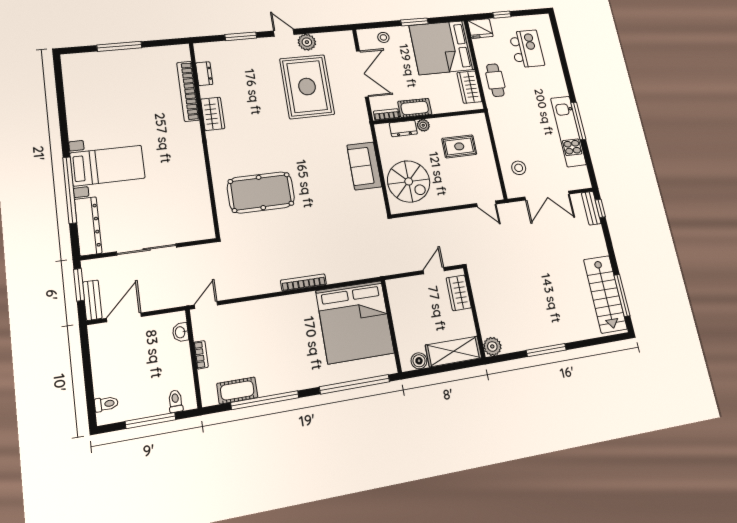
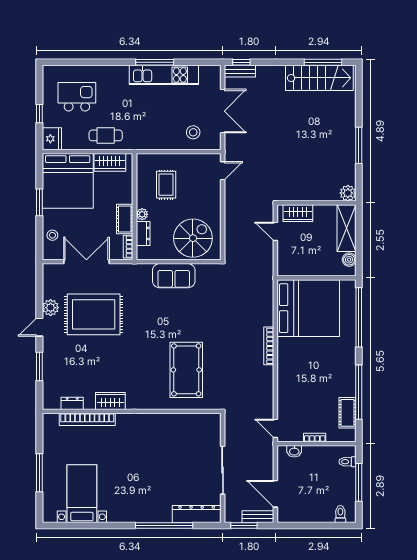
bed with nightstands: (108, 166) -> (82, 494), moved

